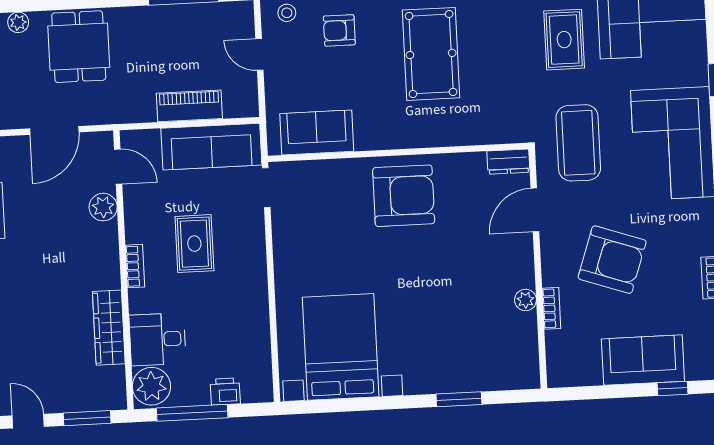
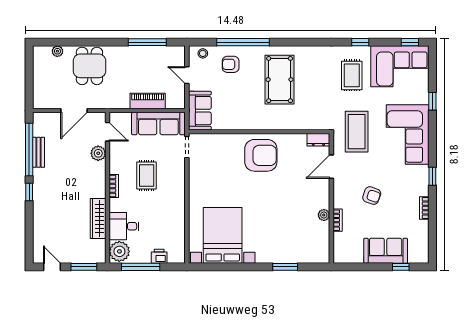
sofa: (317, 132) -> (200, 111), moved, turned 90
armchair: (612, 260) -> (372, 196), width x0.53, depth x0.53

